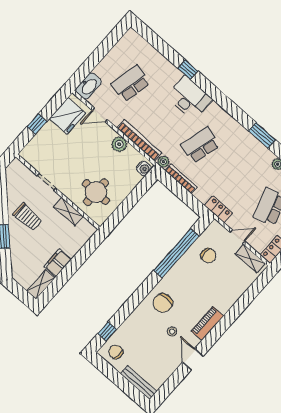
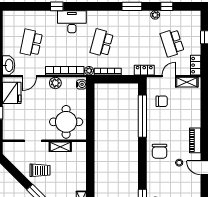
round table: (96, 192) -> (66, 122), width x1.36, depth x1.36
filing cabinet: (58, 263) -> (80, 181), removed

